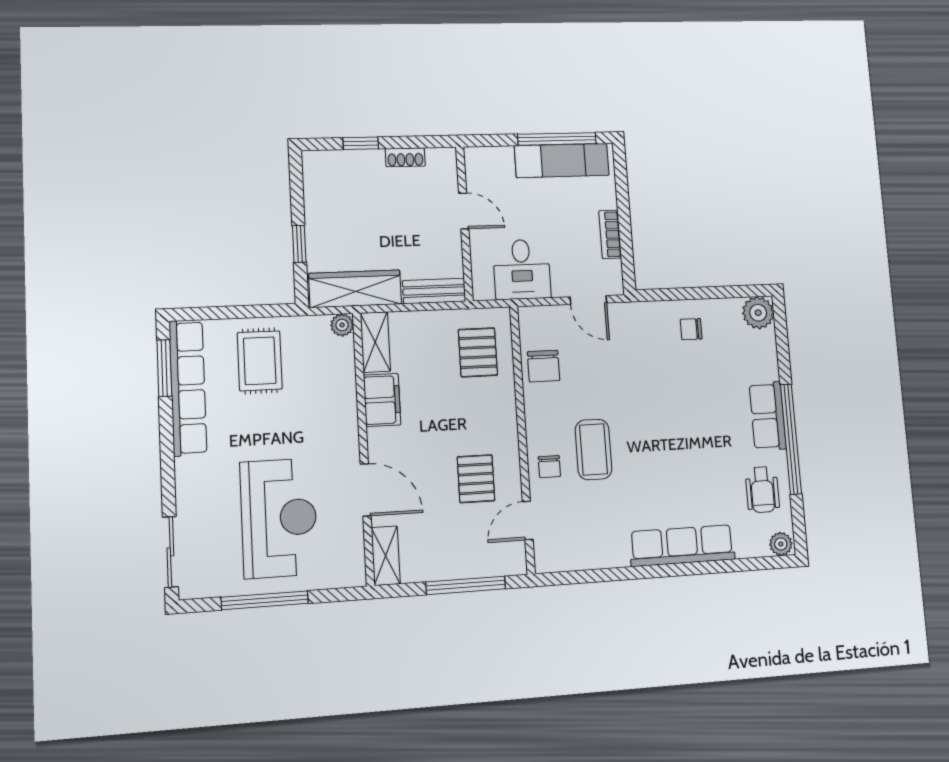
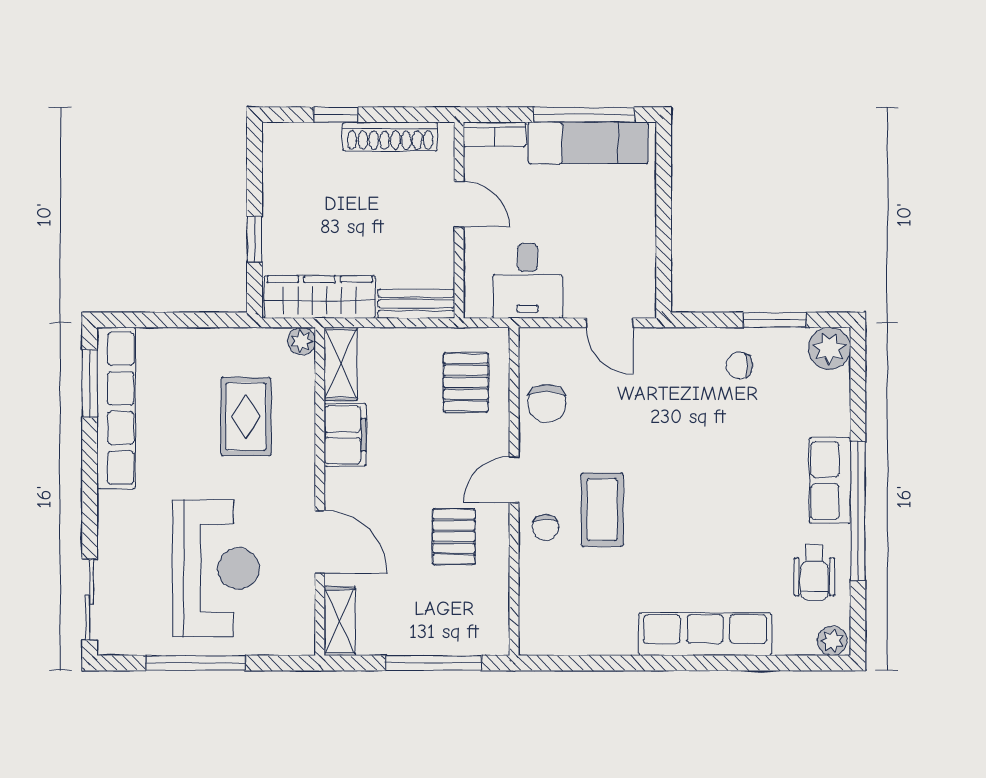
shoe rack: (405, 157) -> (390, 137), width x1.94, depth x1.24
bookcase: (610, 234) -> (495, 134), moved, turned -90
window: (715, 292) -> (775, 320), added
rug: (260, 361) -> (246, 417), moved
door: (528, 521) -> (514, 480), moved

